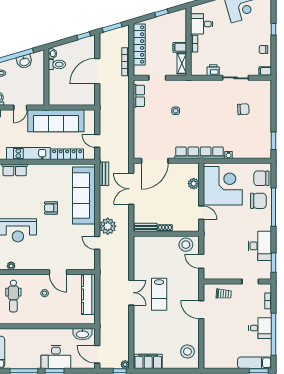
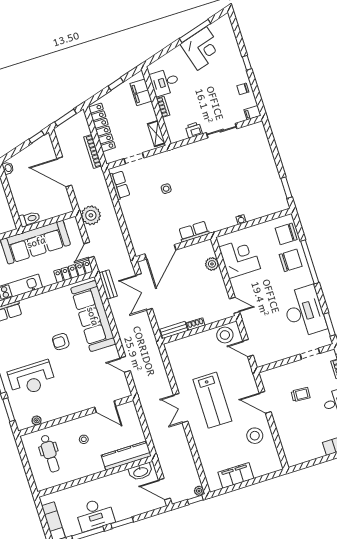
filing cabinet: (180, 47) -> (141, 92), moved, width x2.00
toilet: (57, 64) -> (29, 219), moved
door: (97, 71) -> (64, 172), hinge flipped
chair: (243, 109) -> (241, 163), removed
door: (97, 141) -> (89, 250), hinge flipped
row of seats: (199, 153) -> (194, 232), width x0.50
locker: (67, 154) -> (73, 271), moved
corner desk: (223, 186) -> (240, 258), width x0.74, depth x0.74
door: (201, 213) -> (234, 305), moved
plant: (108, 226) -> (91, 215), moved
desk: (260, 246) -> (304, 312), width x1.36, depth x1.30
door: (58, 272) -> (105, 407), moved
double door: (131, 293) -> (181, 408), swing flipped
kitchen counter: (88, 294) -> (126, 456), moved, turned 90
lab bench: (159, 294) -> (212, 400), width x1.36, depth x1.39
trolley: (224, 294) -> (301, 394), moved
stool: (187, 352) -> (255, 436), moved
desk: (56, 357) -> (95, 514), moved
filing cabinet: (148, 361) -> (236, 475), moved

